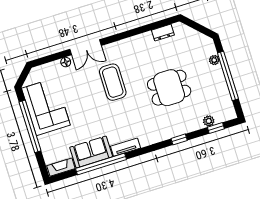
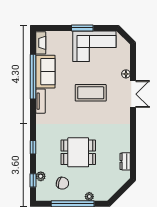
double door: (86, 47) -> (133, 94), swing flipped
coffee table: (113, 82) -> (91, 93), moved
dining table: (169, 88) -> (78, 152), turned 90
chair: (209, 94) -> (62, 183), added
window: (30, 126) -> (82, 28), width x0.47

